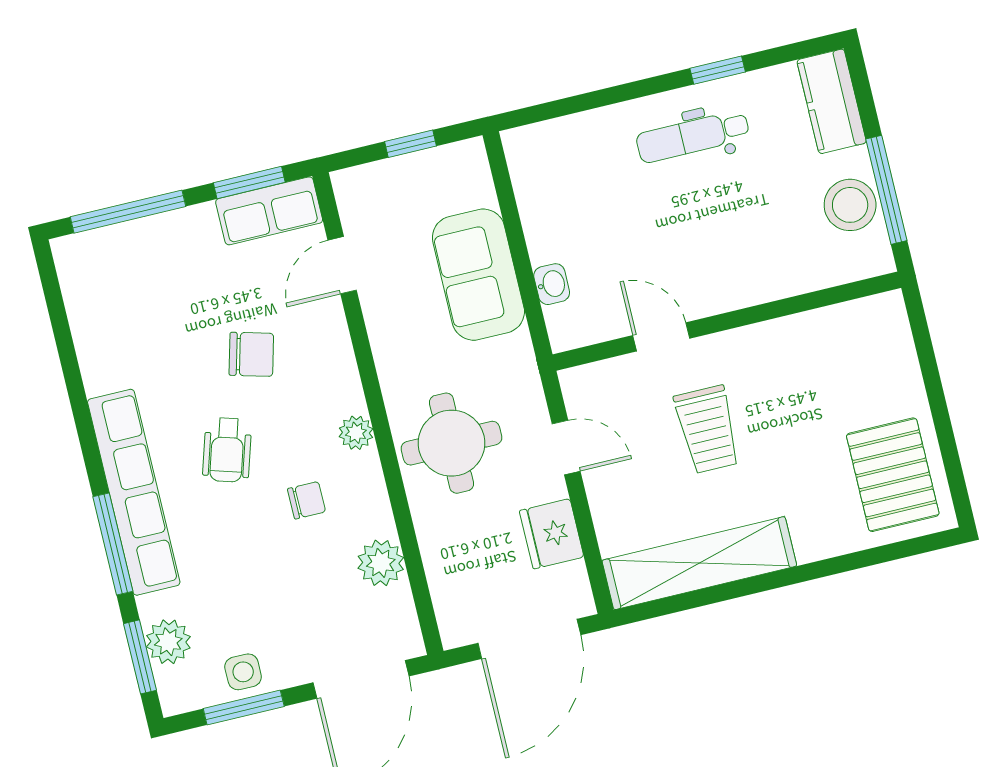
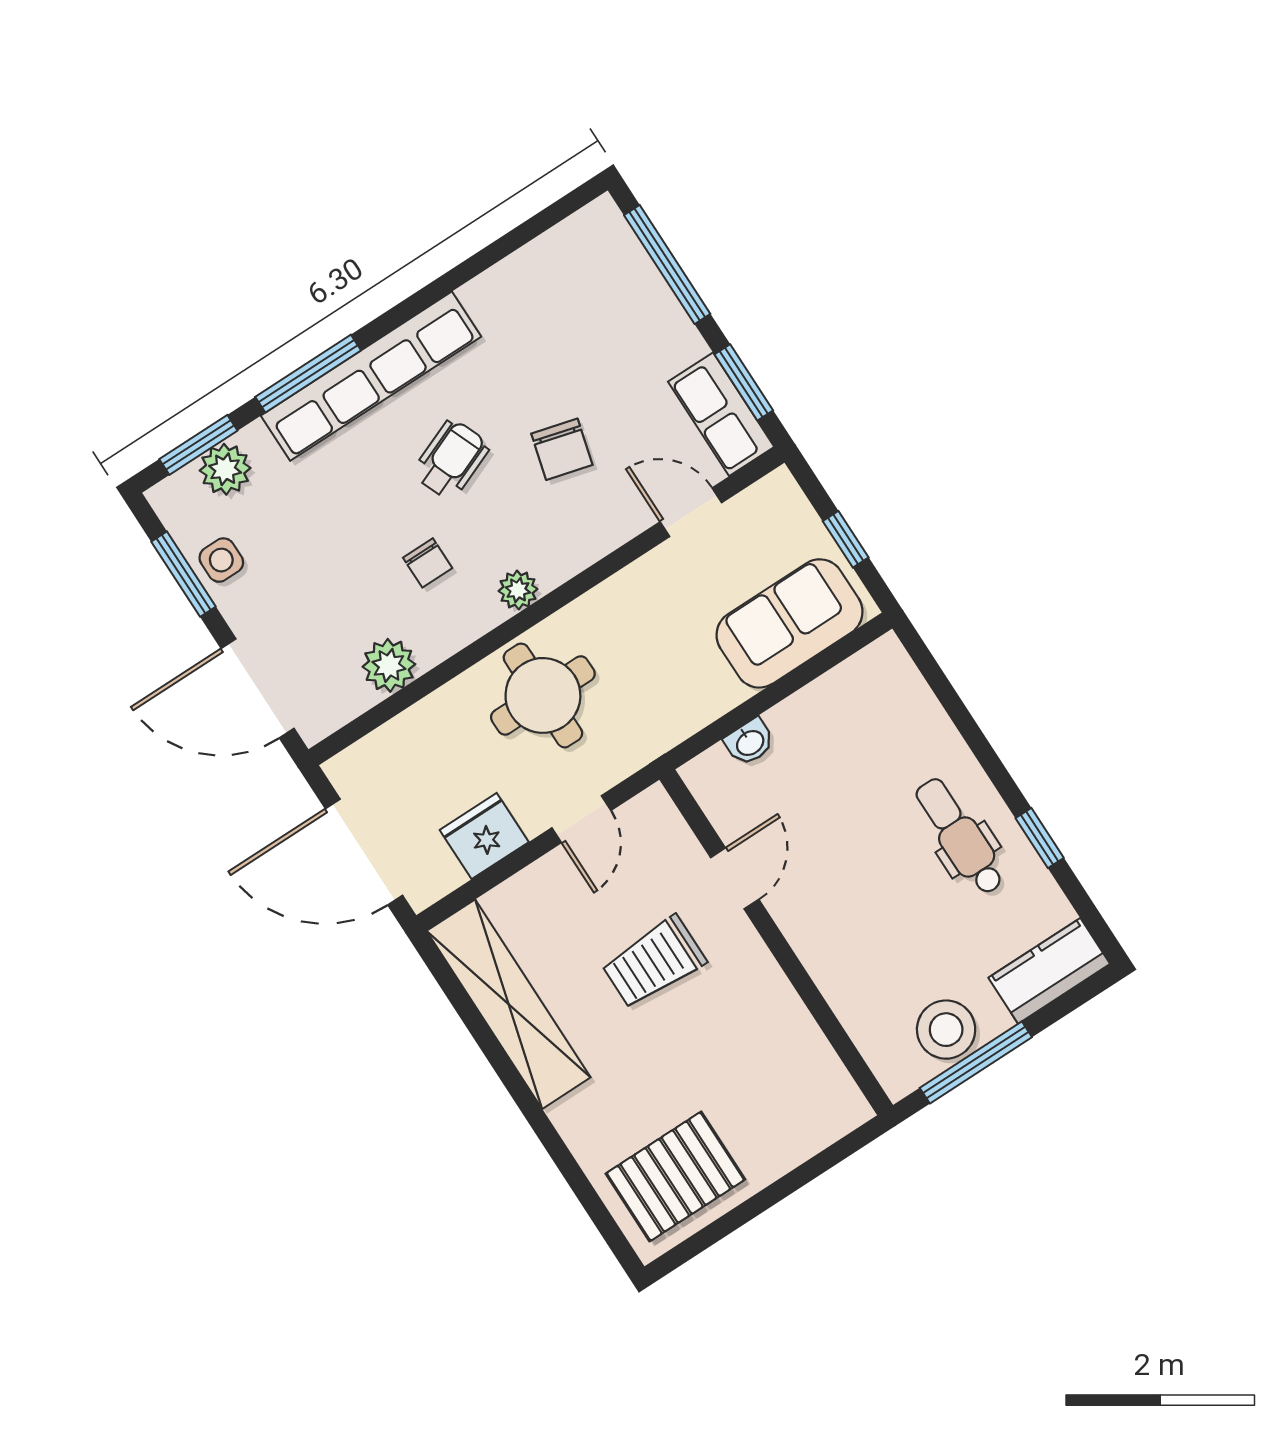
sofa: (478, 275) -> (789, 623), moved
wheelchair: (227, 450) -> (451, 460), turned 141

